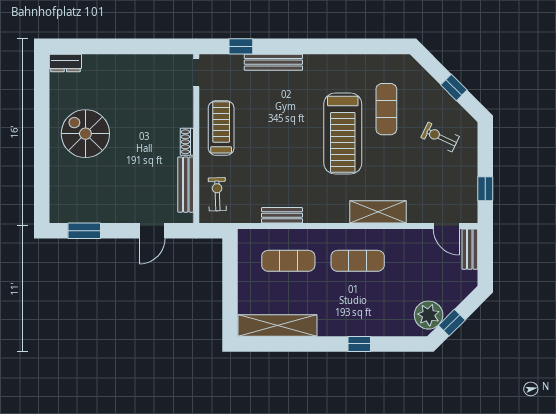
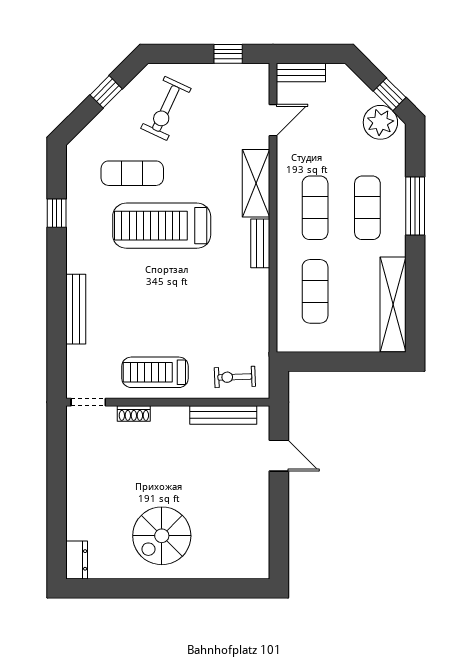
window: (241, 46) -> (57, 213), moved
treadmill: (343, 134) -> (162, 226), turned 180
exercise bike: (440, 137) -> (166, 108), width x1.38, depth x1.39
shoe rack: (187, 142) -> (134, 414), moved
bench: (282, 215) -> (260, 243), moved
door: (446, 226) -> (273, 120), moved
window: (84, 231) -> (279, 537), removed
exercise mat: (358, 304) -> (367, 208), added
window: (359, 344) -> (415, 206), width x2.17

